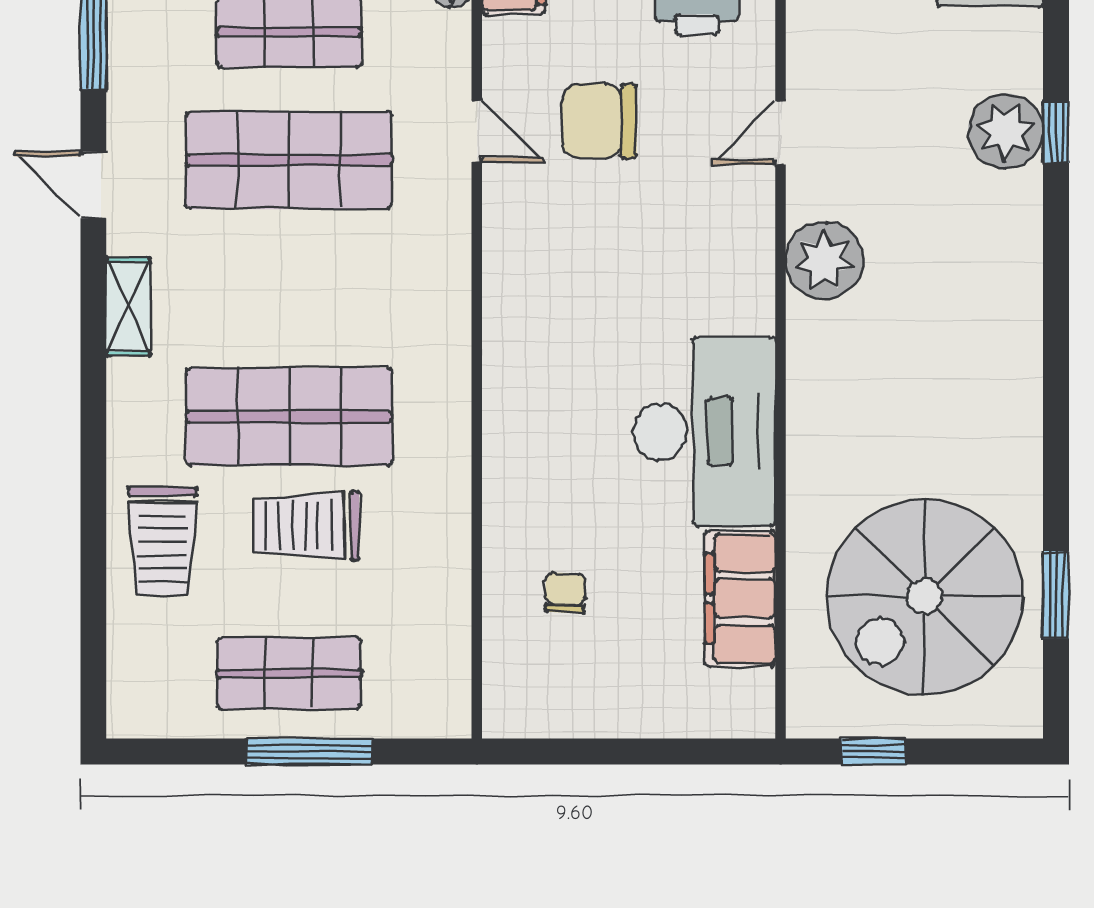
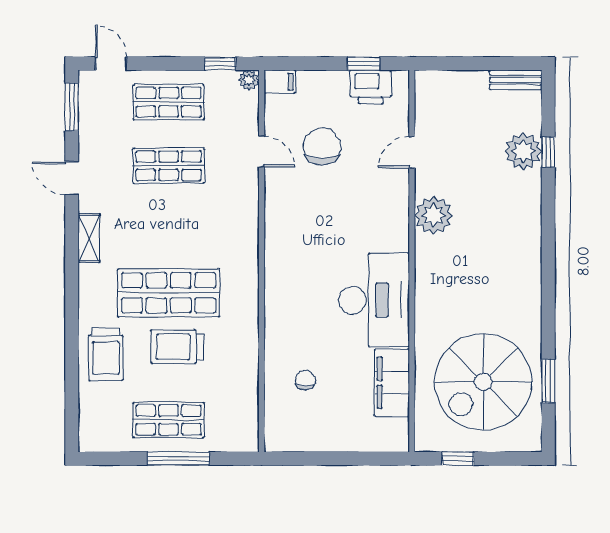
chair: (599, 121) -> (322, 147), turned 90
shop shelf: (289, 160) -> (169, 166), width x0.70, depth x0.74

